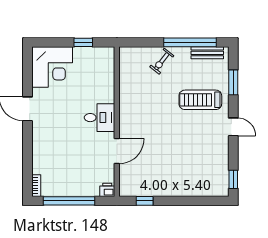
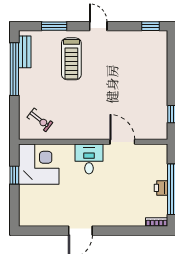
exercise bike: (162, 61) -> (40, 120), moved
corner desk: (52, 67) -> (39, 164), moved
door: (233, 127) -> (98, 26), hinge flipped
printer: (107, 190) -> (161, 188), moved

